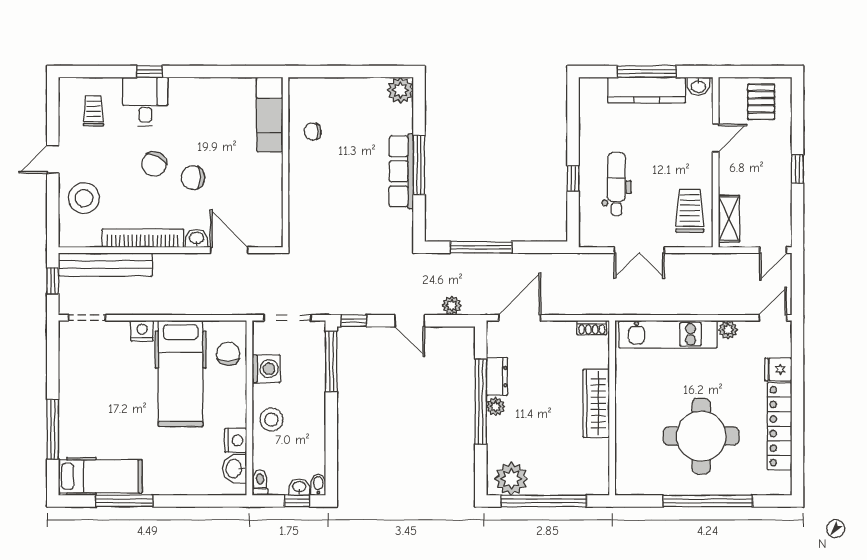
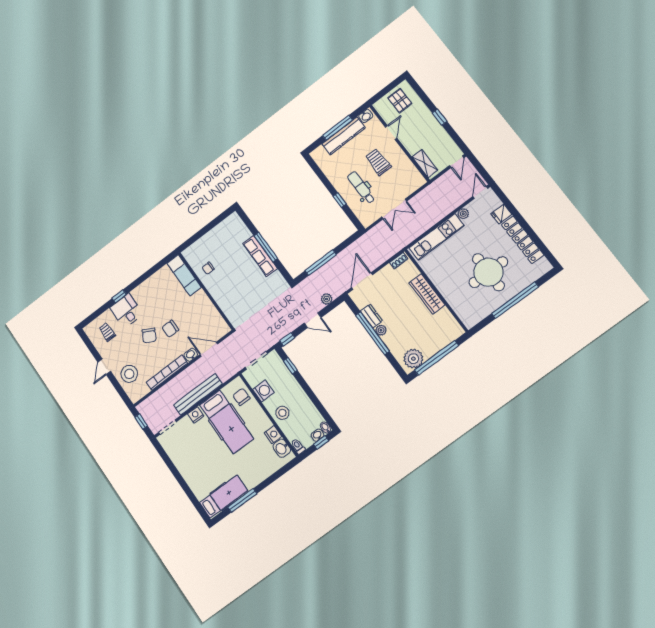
plant: (400, 90) -> (234, 221), removed
trolley: (690, 211) -> (378, 162), moved
bench: (105, 265) -> (198, 394), moved
window: (331, 361) -> (290, 366), width x0.46
window: (53, 429) -> (187, 490), removed

